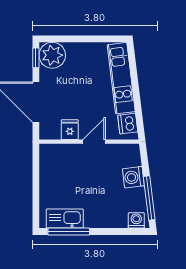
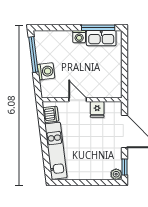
plant: (52, 55) -> (116, 174), width x0.53, depth x0.53
door: (94, 142) -> (78, 100), swing flipped
washing machine: (136, 220) -> (79, 37), moved

